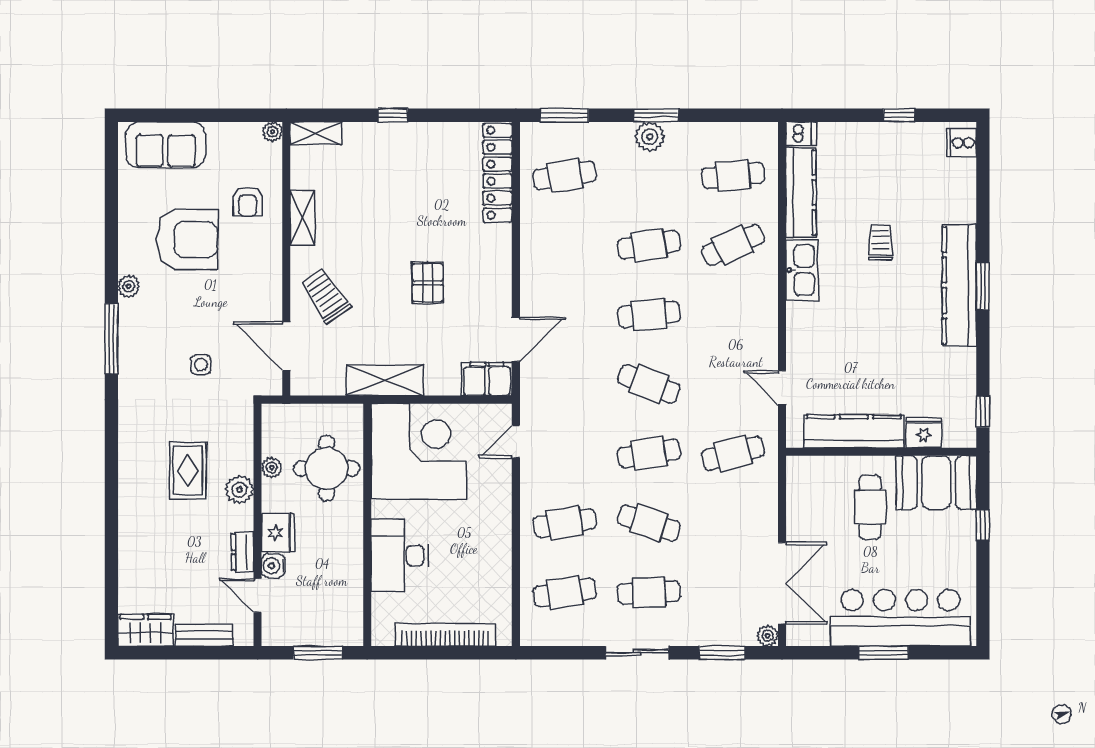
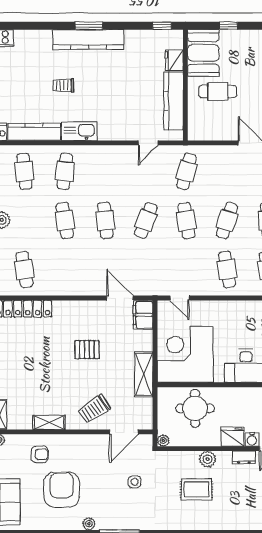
cafe table: (733, 245) -> (65, 171), turned 30
cafe table: (733, 454) -> (186, 171), turned 30
plant: (272, 468) -> (163, 440), moved

